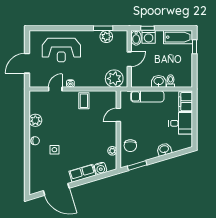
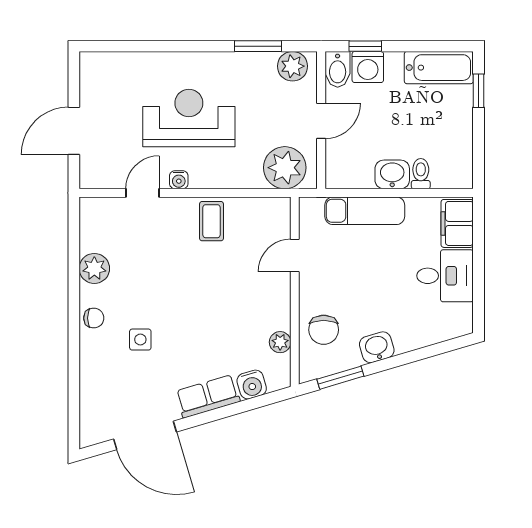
plant: (106, 37) -> (293, 66), moved
reception desk: (61, 50) -> (189, 118), moved, turned 180
washbasin: (164, 149) -> (377, 347), moved

